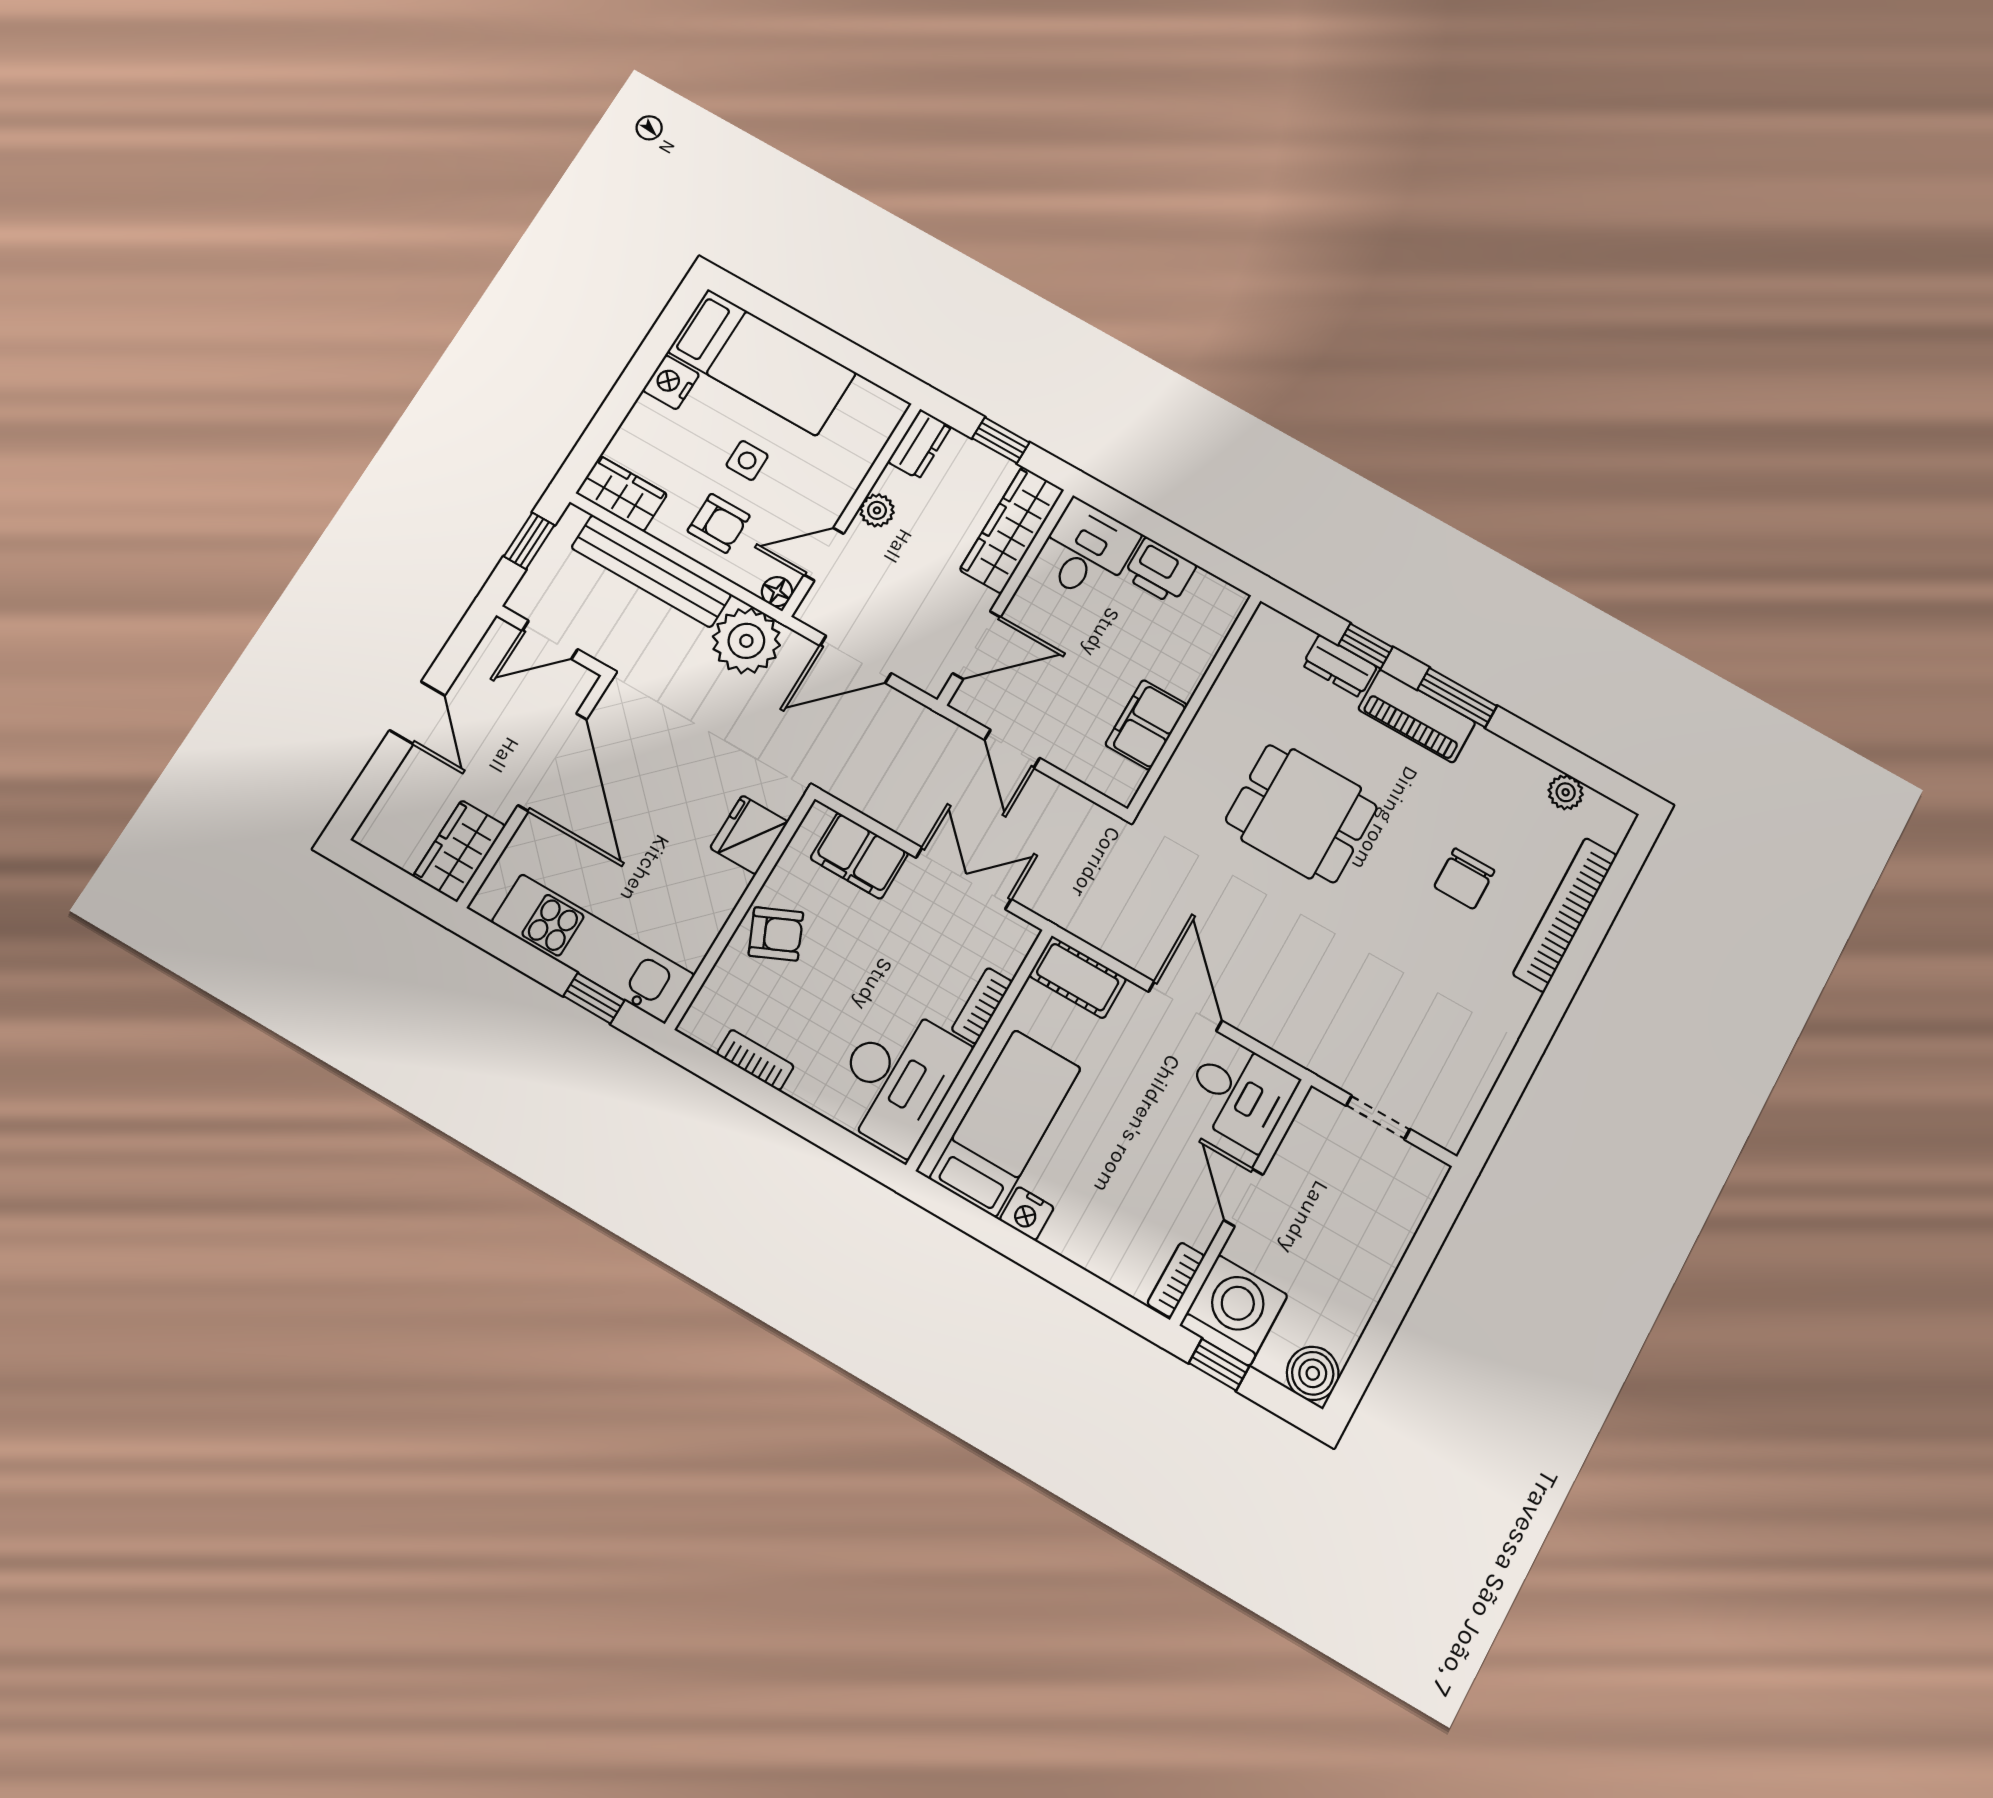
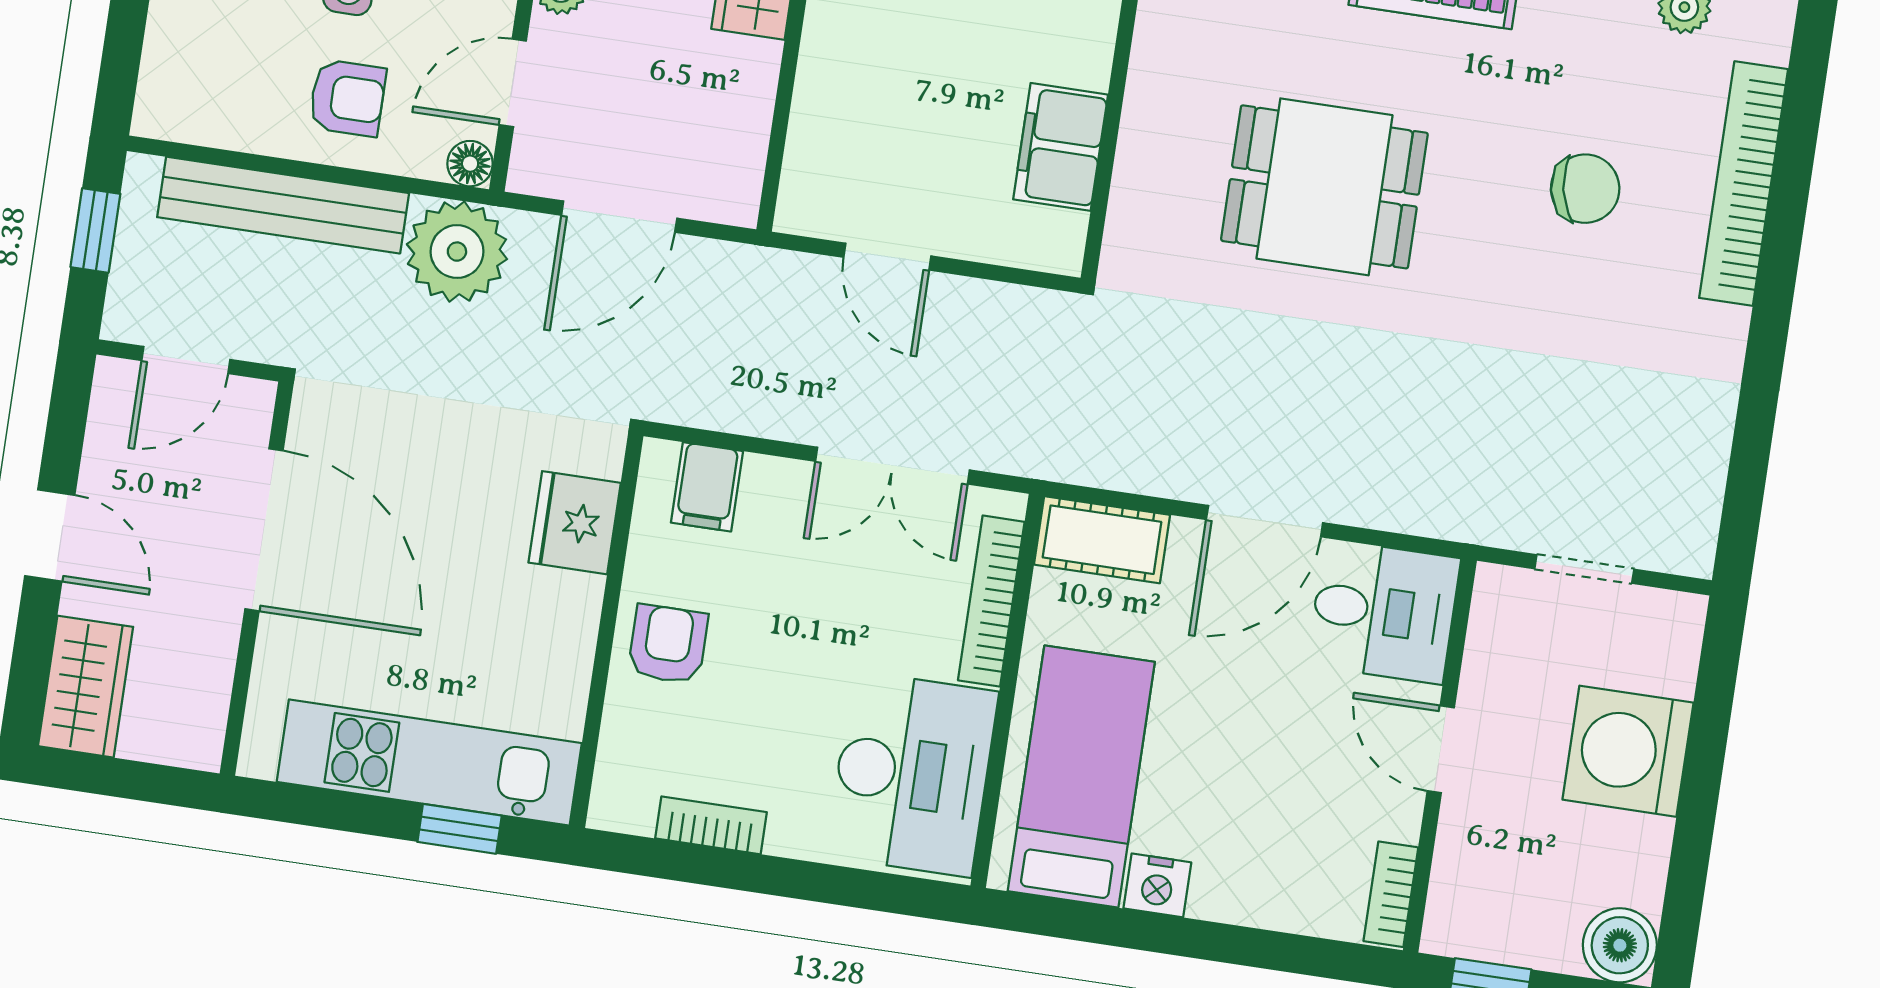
wardrobe: (621, 494) -> (194, 110), removed
door: (977, 645) -> (779, 128), removed
wardrobe: (459, 851) -> (85, 687), moved, turned 180
filing cabinet: (859, 856) -> (707, 487), width x0.50
double door: (964, 878) -> (892, 466), swing flipped
chair: (1464, 879) -> (1585, 189), turned -101
armchair: (776, 934) -> (668, 644), turned -66
bookcase: (982, 1006) -> (991, 601), width x1.56
door: (1185, 1006) -> (1265, 521), swing flipped
washing machine: (1234, 1310) -> (1628, 751), moved, turned -90

